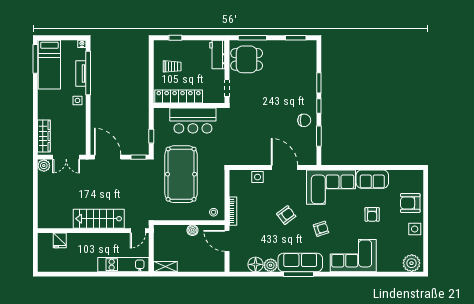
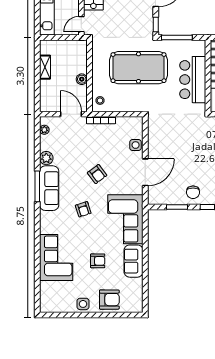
window: (151, 136) -> (177, 37), width x2.17
armchair: (410, 203) -> (109, 300), turned 90
armchair: (372, 214) -> (98, 261), turned 180
door: (138, 231) -> (81, 24), hinge flipped
door: (227, 241) -> (71, 114), hinge flipped
corner sofa: (353, 256) -> (56, 257), moved
plant: (412, 263) -> (44, 130), moved, width x0.53, depth x0.53
floor lamp: (256, 264) -> (47, 143), removed
shelving: (165, 267) -> (45, 67), moved

